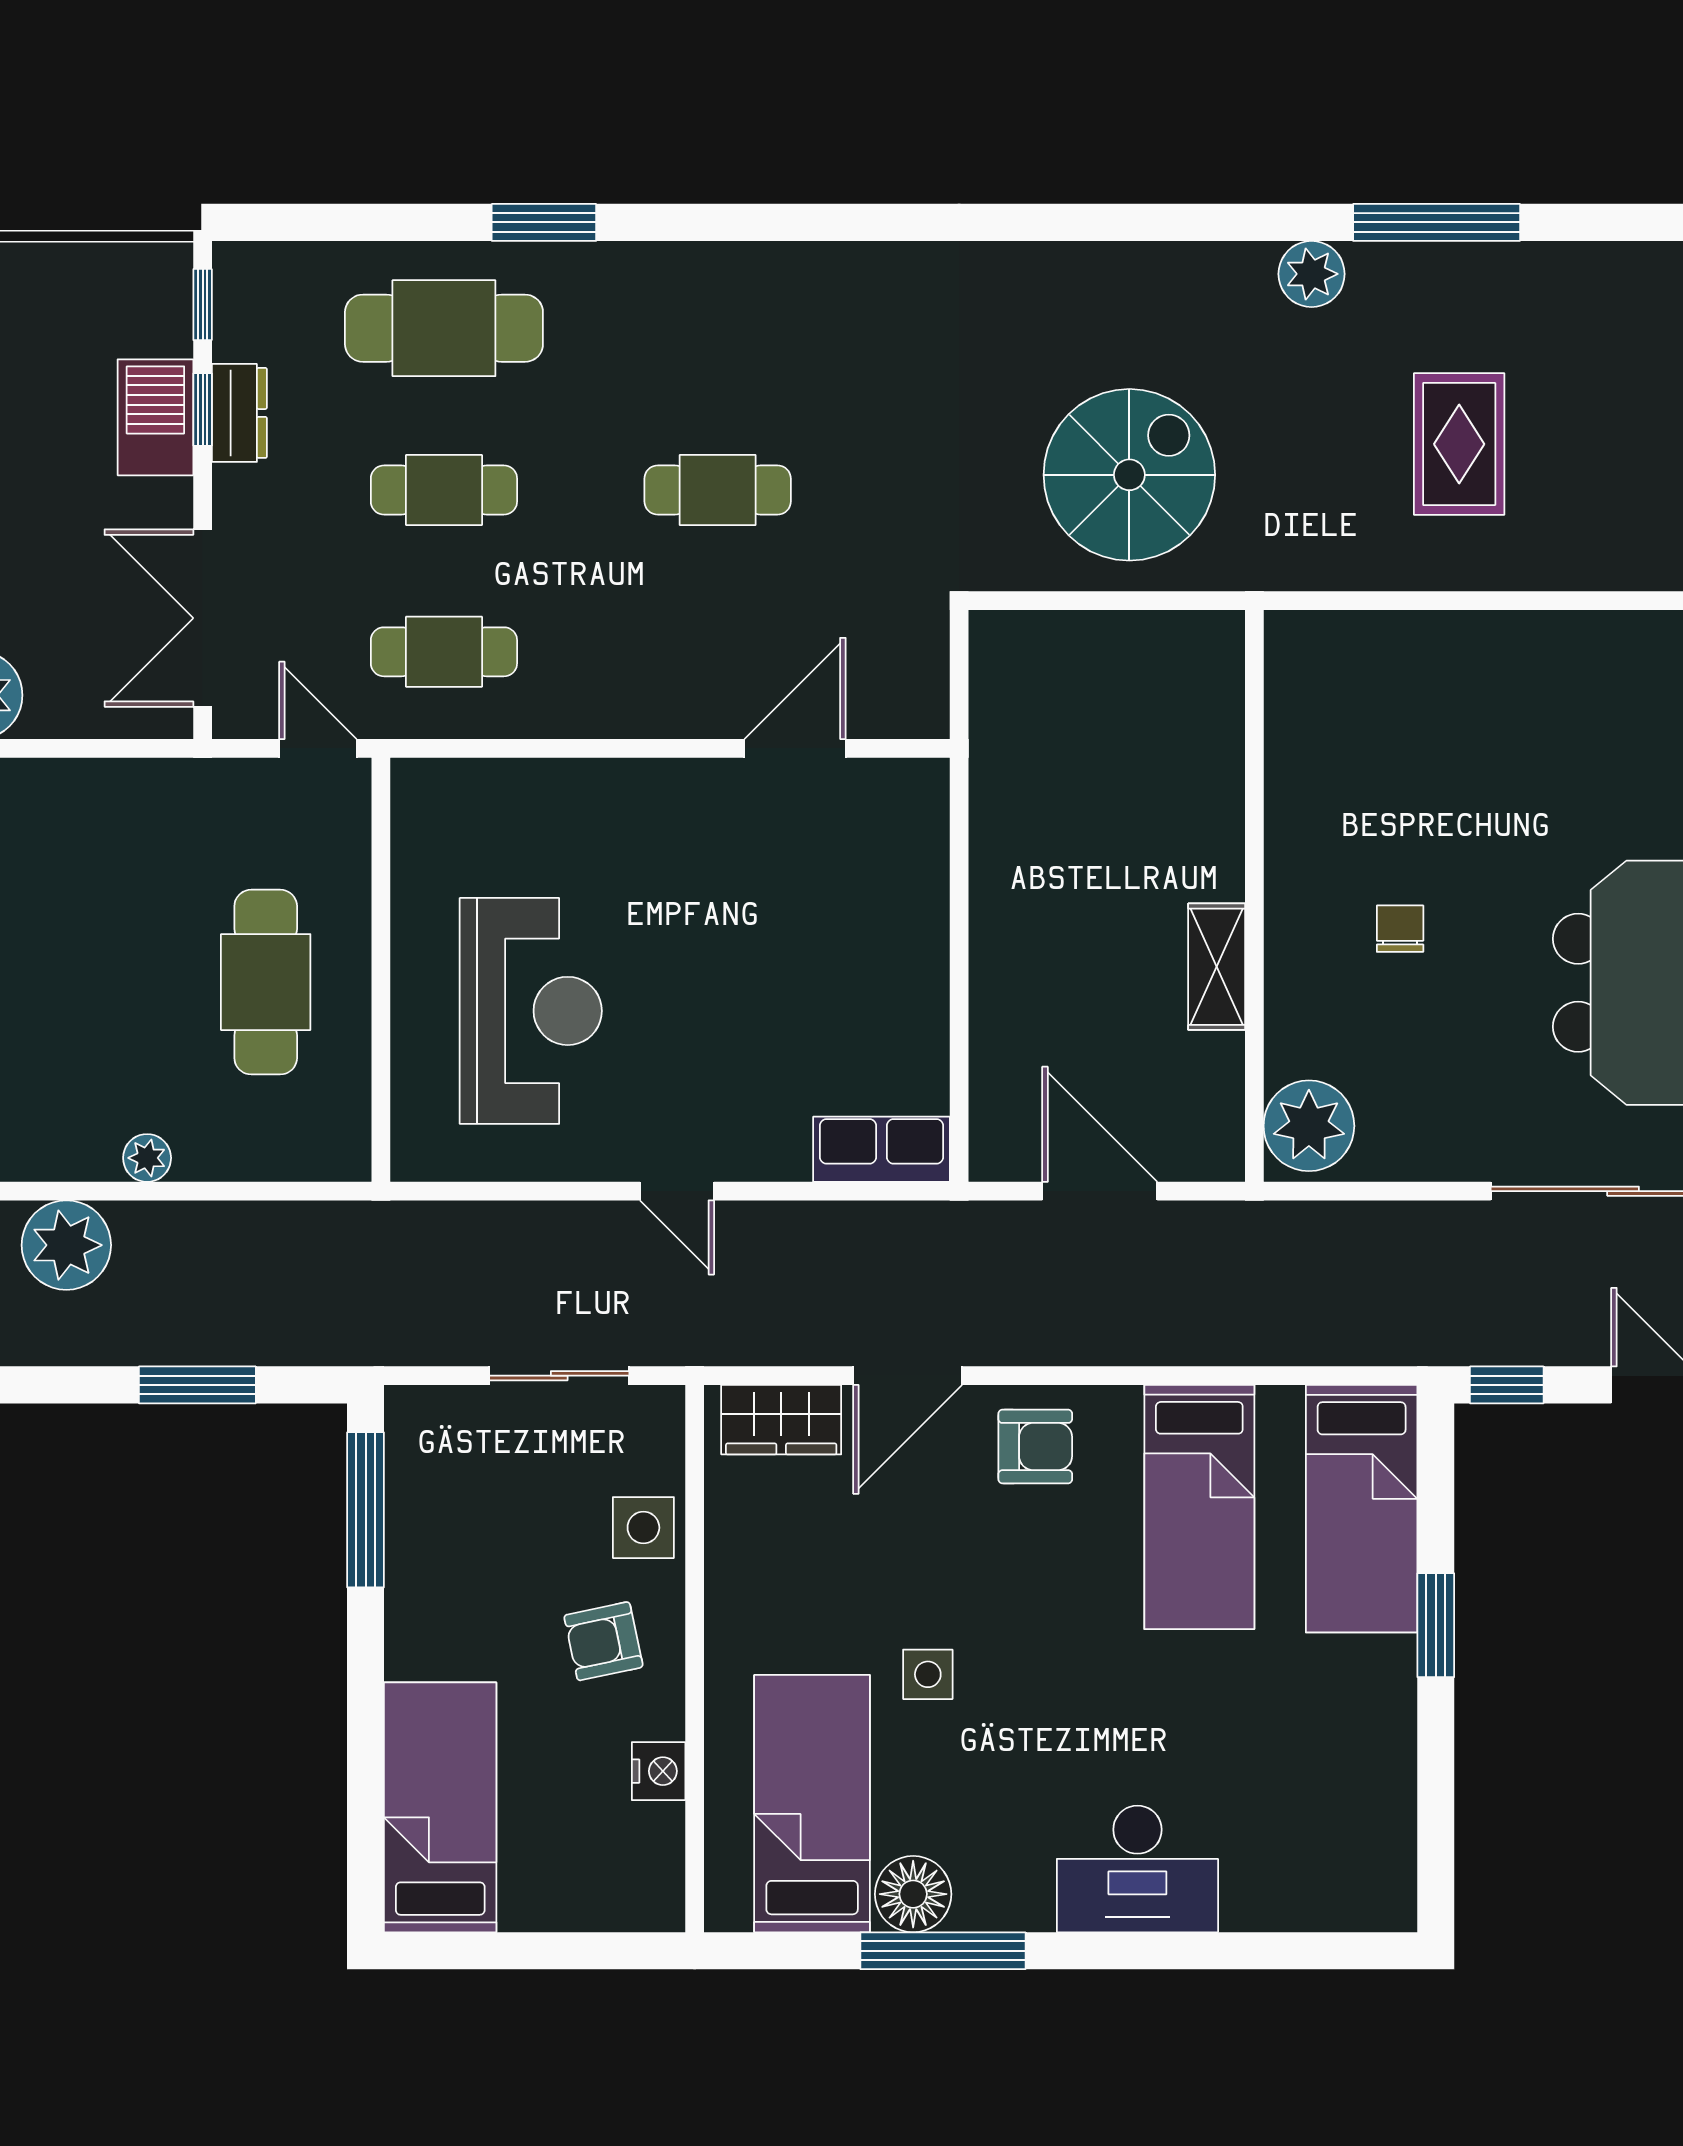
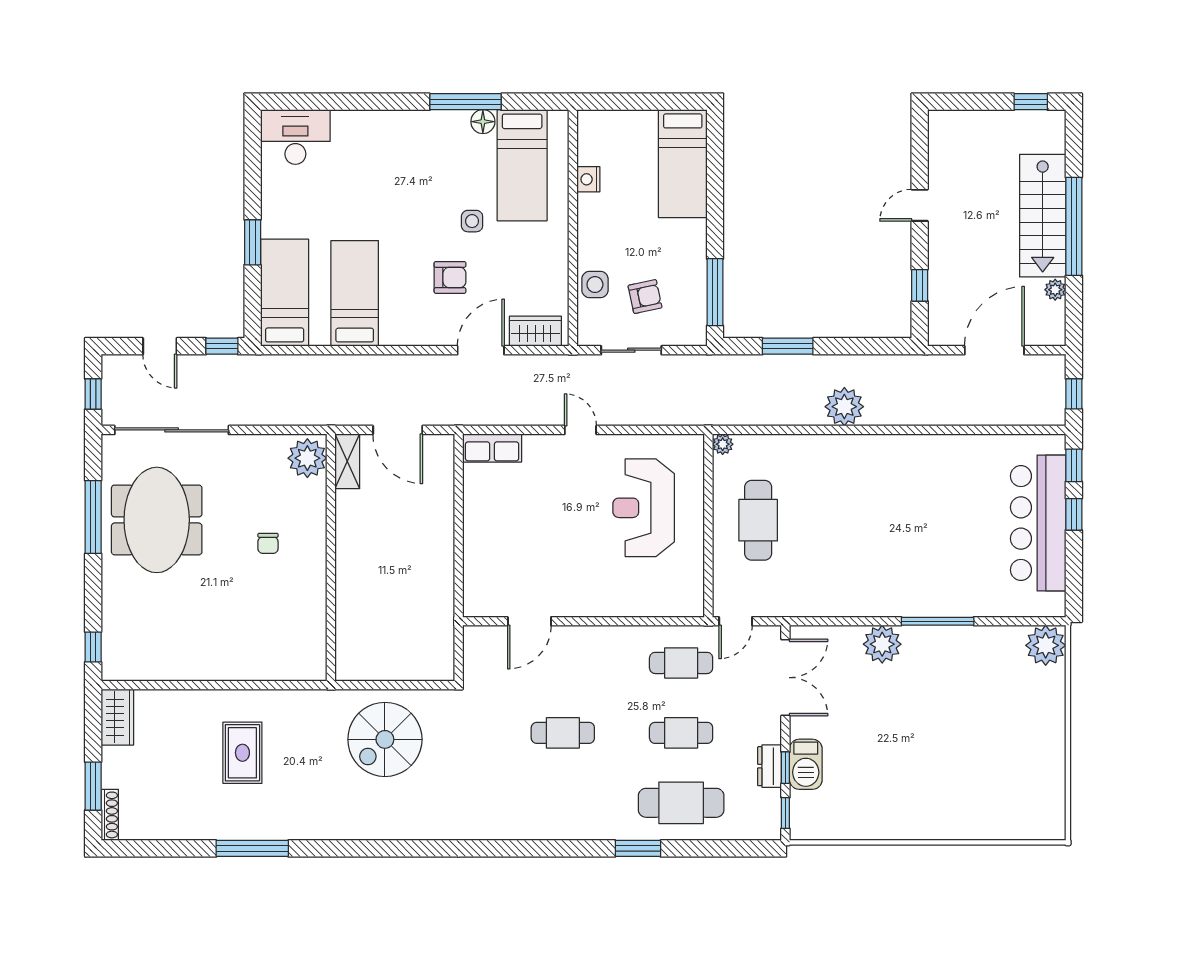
plant: (1312, 274) -> (306, 826), removed
door: (318, 748) -> (736, 621), hinge flipped
shelving: (1217, 967) -> (347, 461), moved
plant: (147, 1158) -> (723, 444), moved
armchair: (1035, 1447) -> (450, 277), moved, turned 180
armchair: (603, 1641) -> (645, 297), moved
desk: (1137, 1869) -> (295, 137), moved
floor lamp: (913, 1894) -> (483, 122), width x0.73, depth x0.73

